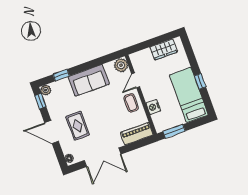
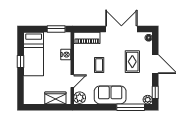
wardrobe: (164, 49) -> (55, 98), moved
window: (61, 75) -> (131, 107), width x2.17
coffee table: (131, 103) -> (99, 65), moved

